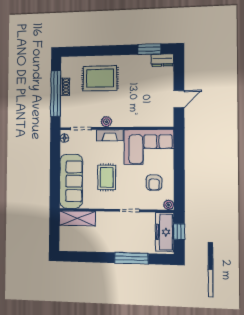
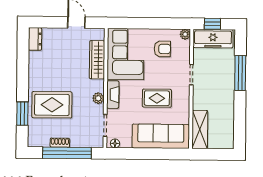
window: (149, 49) -> (22, 114), moved
rug: (100, 78) -> (52, 105), turned 90
wardrobe: (143, 120) -> (97, 60), added

